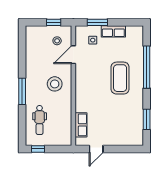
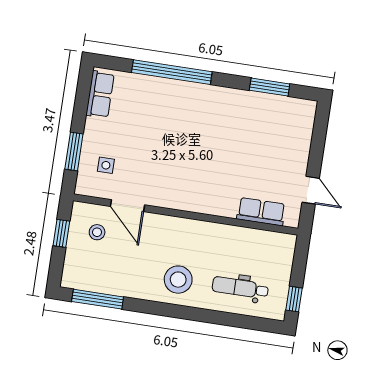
row of seats: (113, 31) -> (100, 94), moved
coffee table: (120, 78) -> (185, 125), removed
stool: (55, 84) -> (178, 280), moved
window: (22, 91) -> (98, 299), moved
dental chair: (40, 120) -> (240, 288), turned 180

